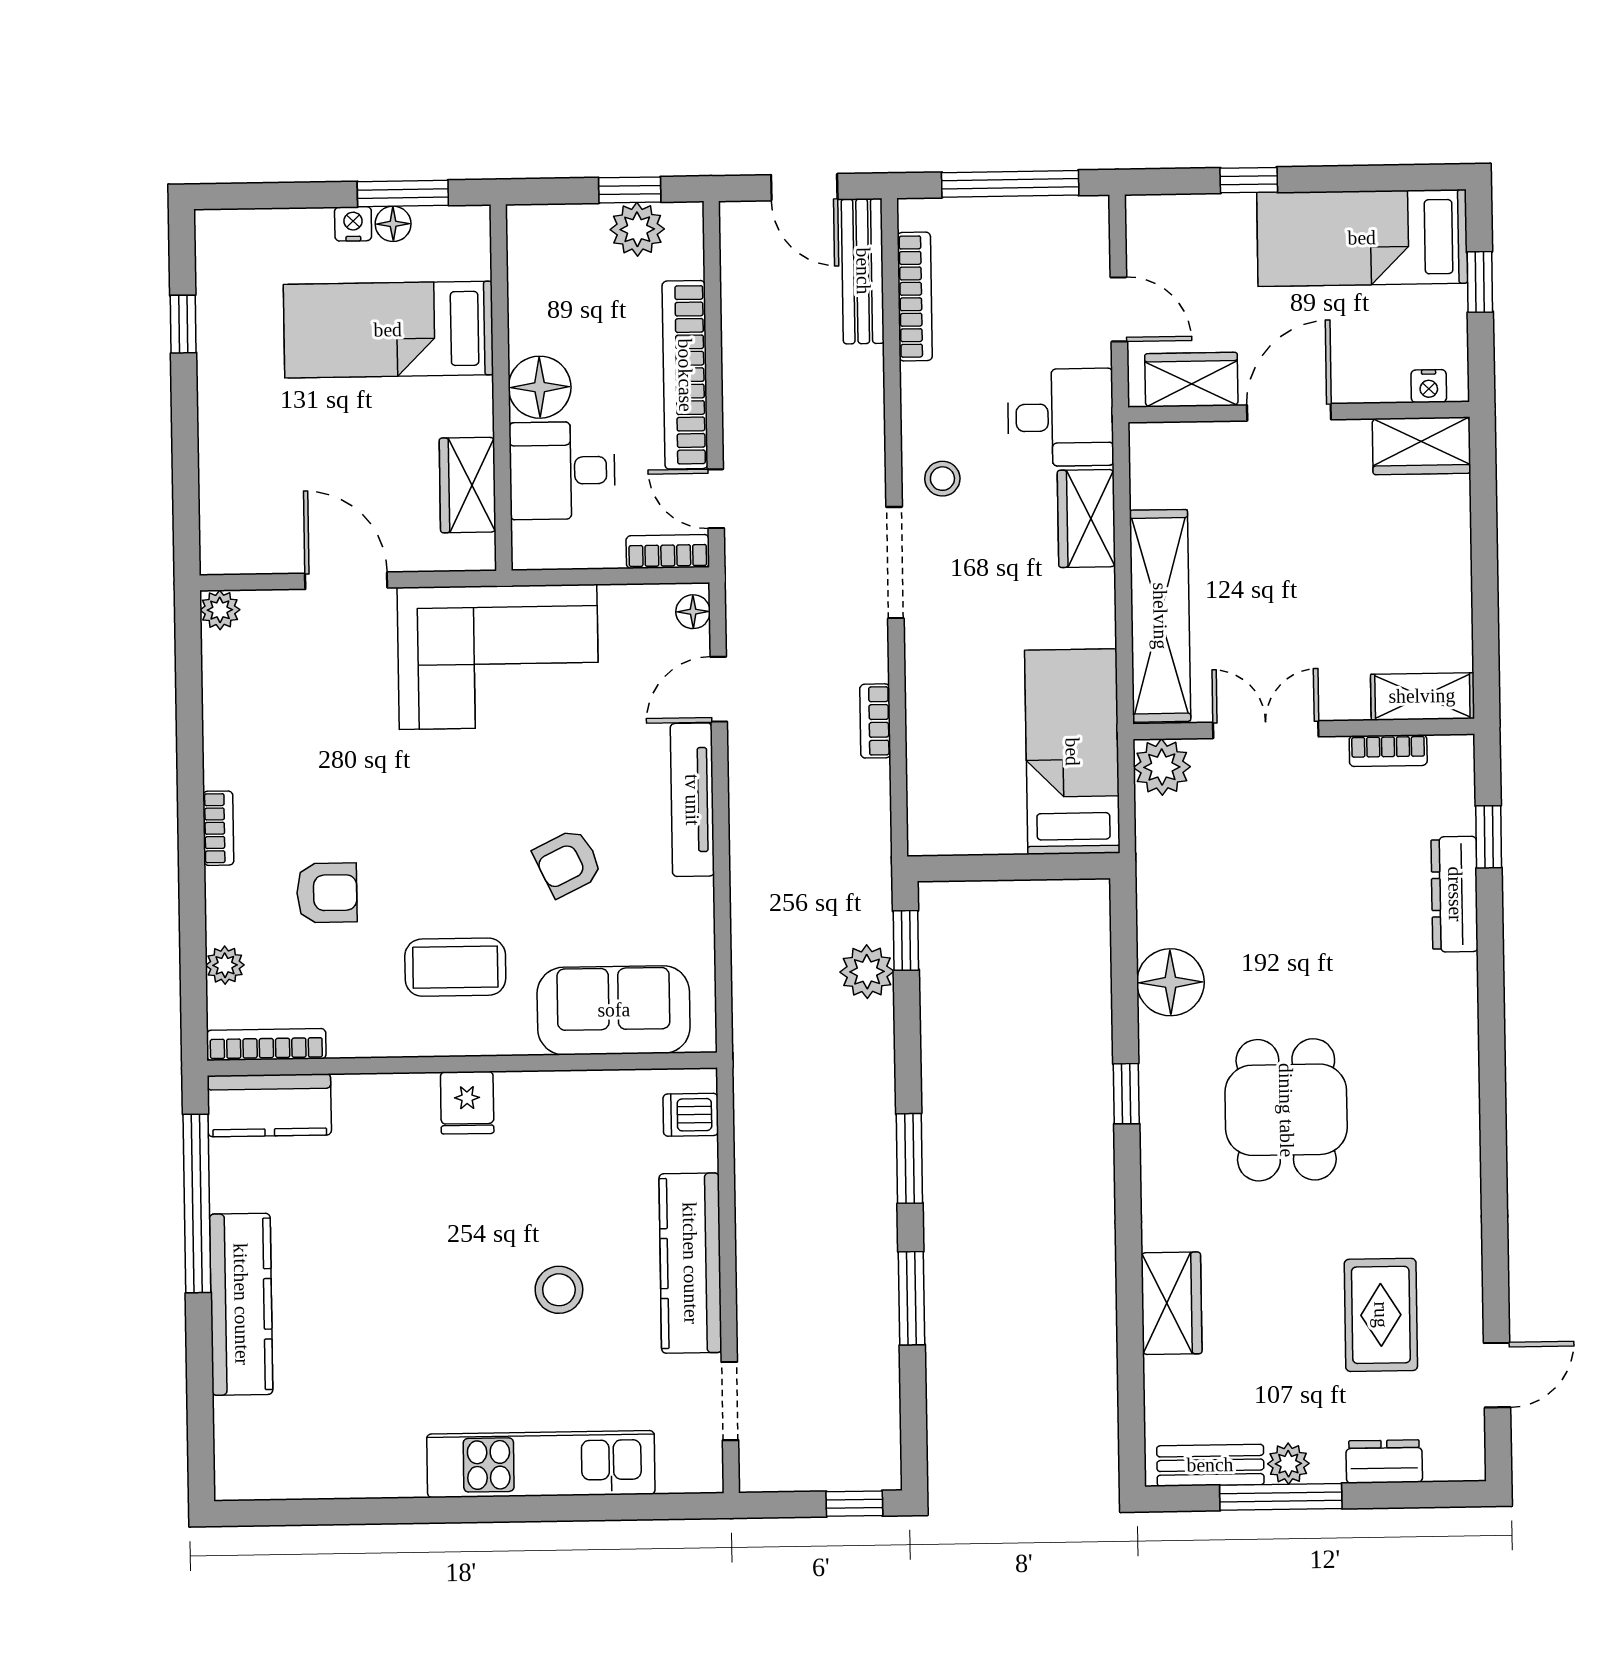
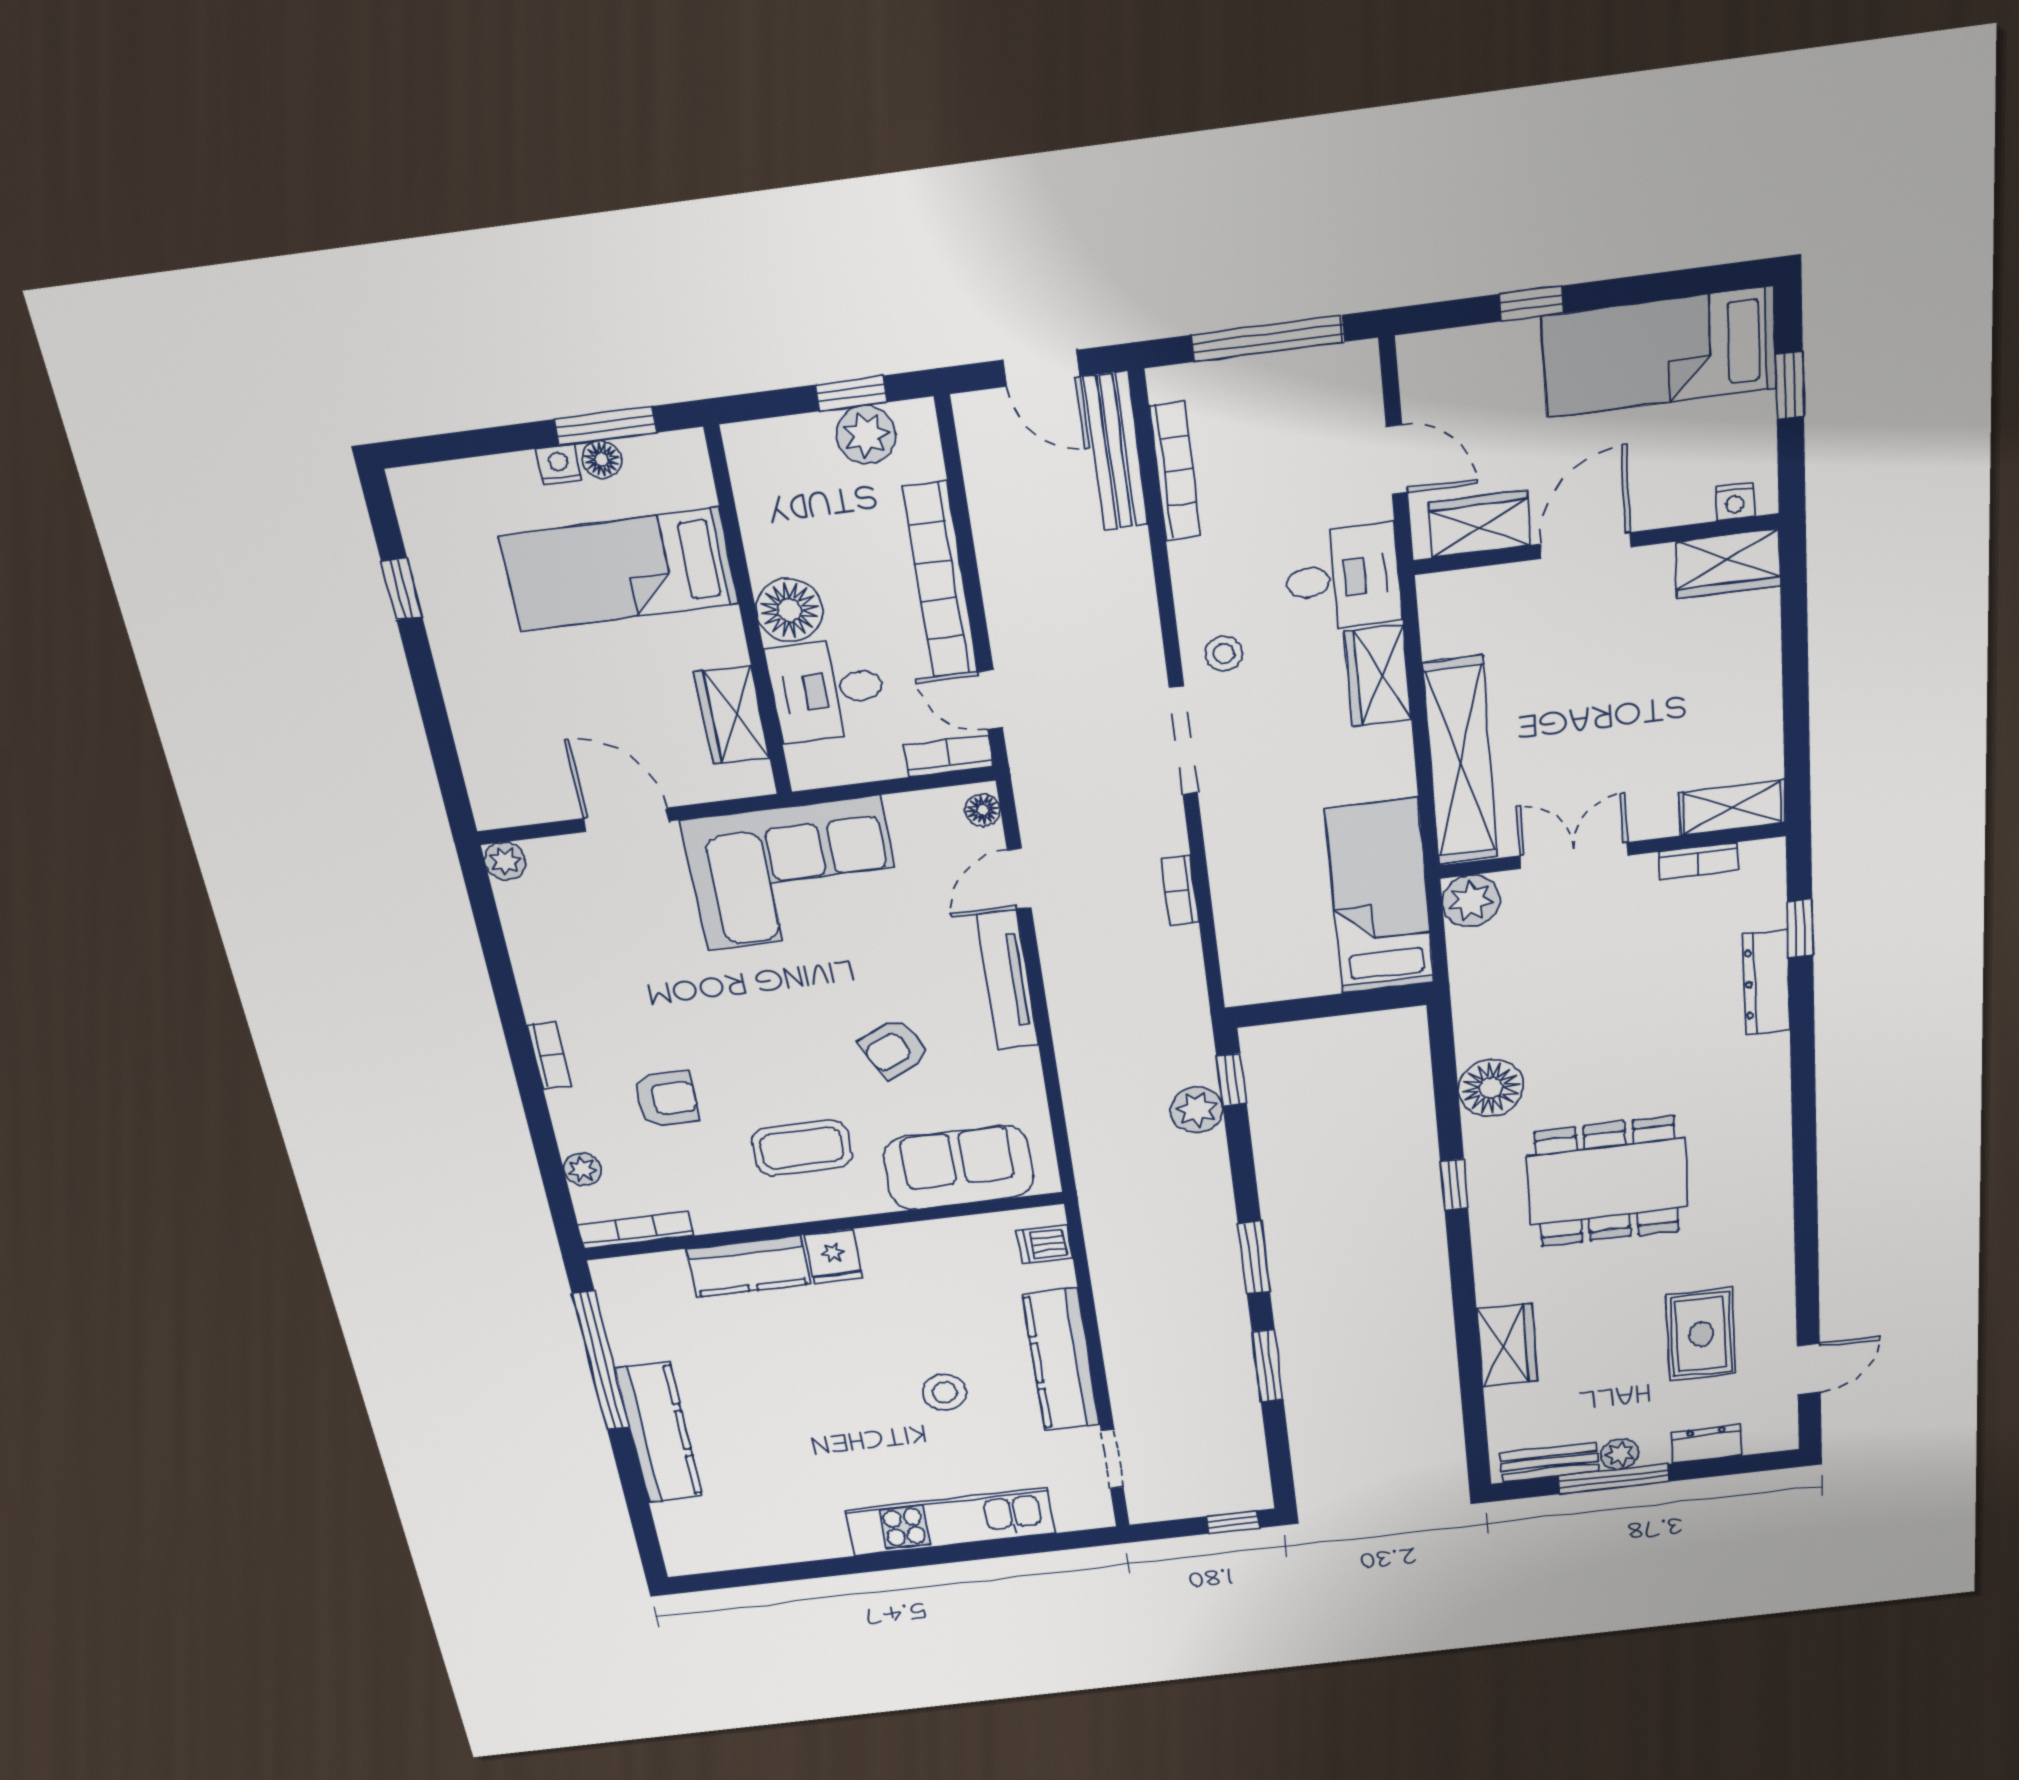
kitchen counter: (269, 1105) -> (748, 1266), moved
dining table: (1286, 1110) -> (1607, 1182), width x1.38

